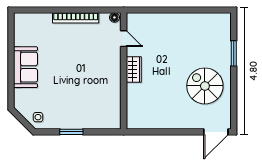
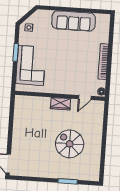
sofa: (25, 67) -> (74, 21), width x1.36
spiral stairs: (205, 86) -> (70, 144), moved, turned -90
corner sofa: (87, 111) -> (31, 65), added

